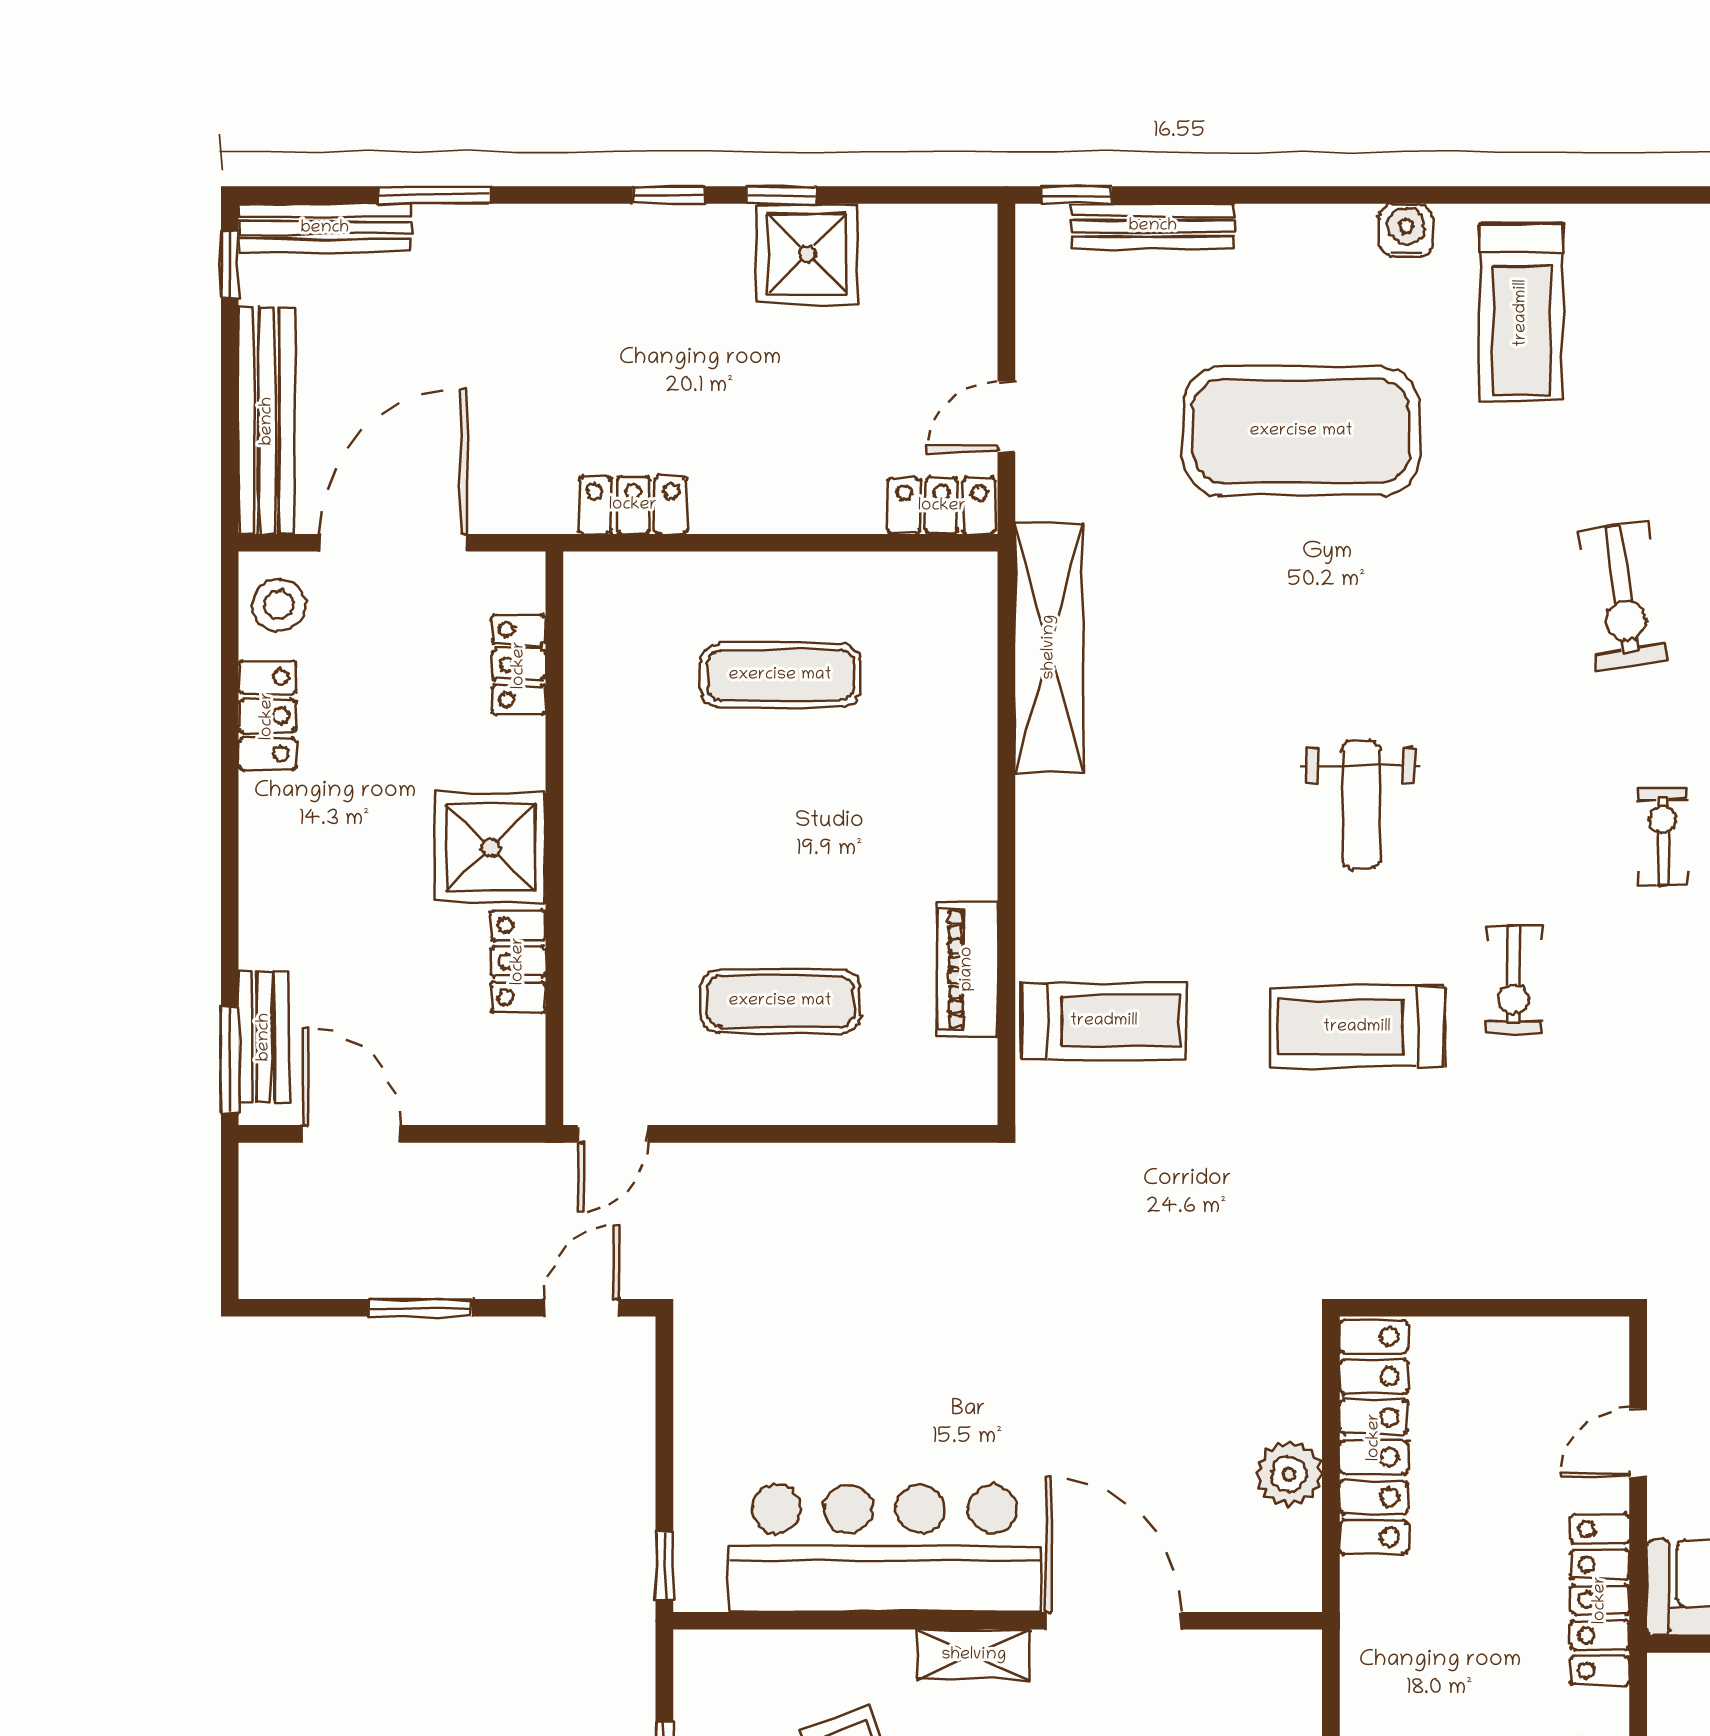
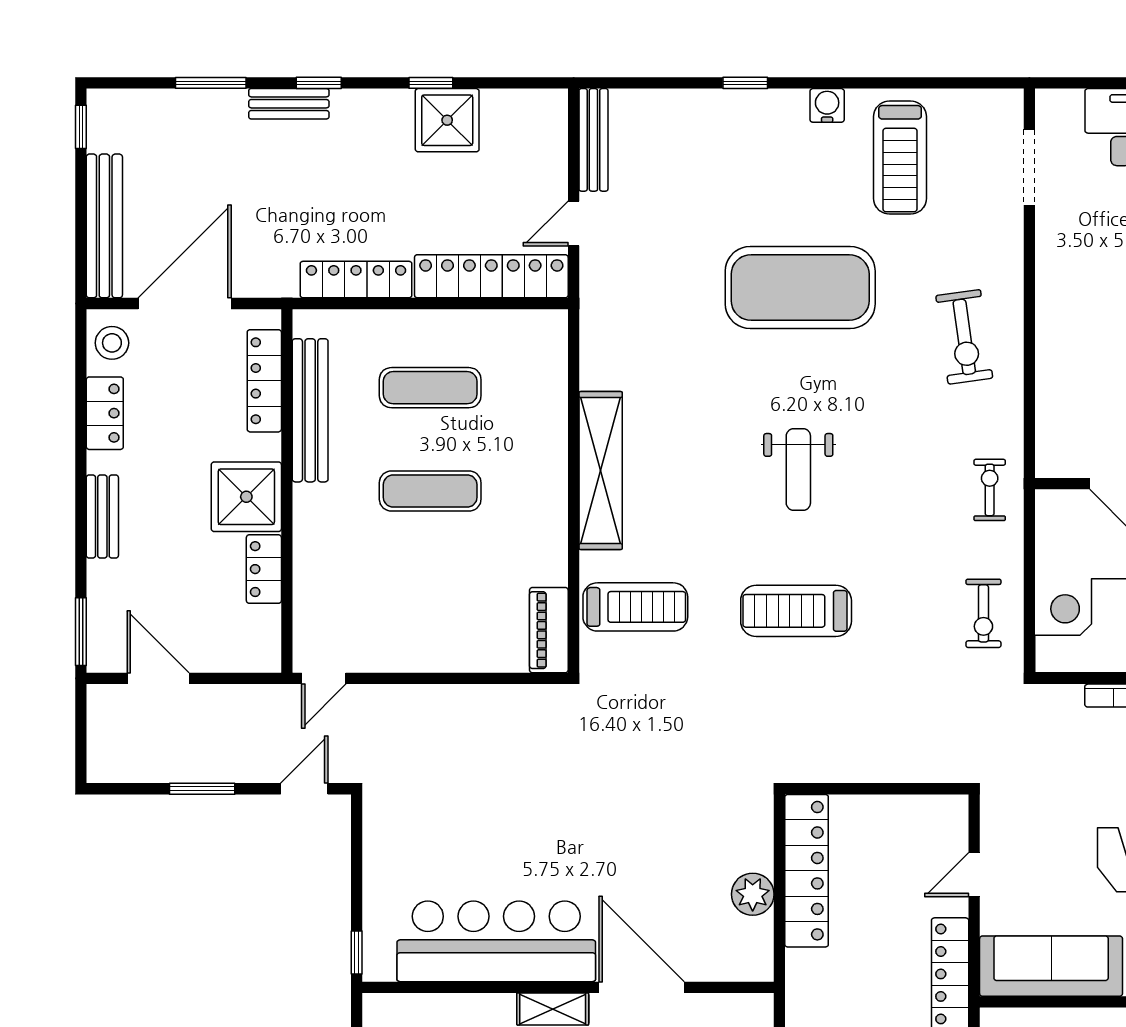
window: (669, 195) -> (319, 83), moved
window: (1076, 195) -> (745, 83), moved
bench: (1153, 226) -> (593, 140), moved, turned 90
bench: (325, 228) -> (289, 104), moved, width x0.73
exercise mat: (1301, 431) -> (800, 287), moved
locker: (633, 505) -> (356, 280), width x1.53
locker: (942, 506) -> (491, 276), width x2.16, depth x1.21
shelving: (1049, 647) -> (601, 471), moved
locker: (519, 665) -> (264, 381), width x1.53
bench: (591, 711) -> (310, 410), added
piano: (967, 969) -> (549, 630), moved
exercise bike: (1514, 980) -> (983, 613), moved
exercise mat: (780, 1001) -> (430, 491), moved
bench: (264, 1037) -> (102, 517), moved

